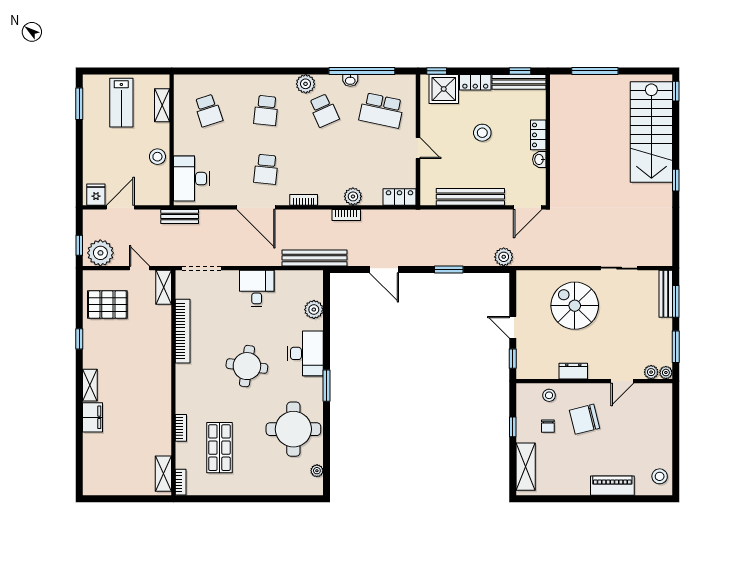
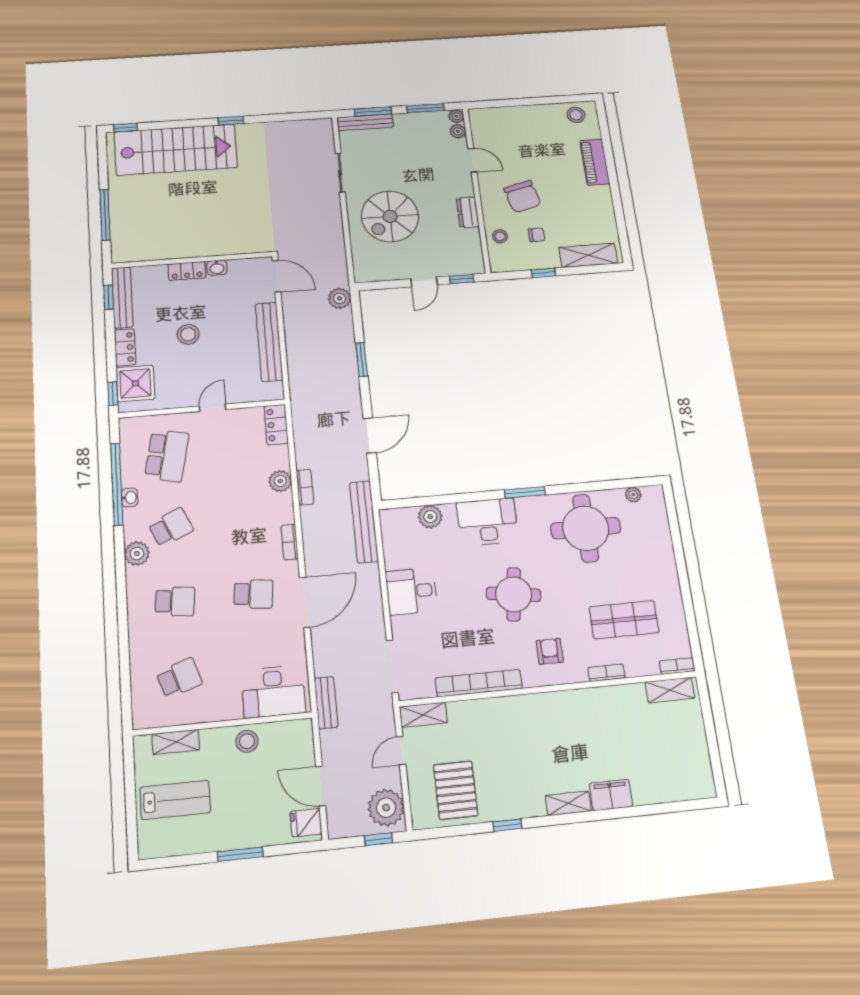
window: (79, 104) -> (240, 854), moved
armchair: (201, 387) -> (550, 651), added

